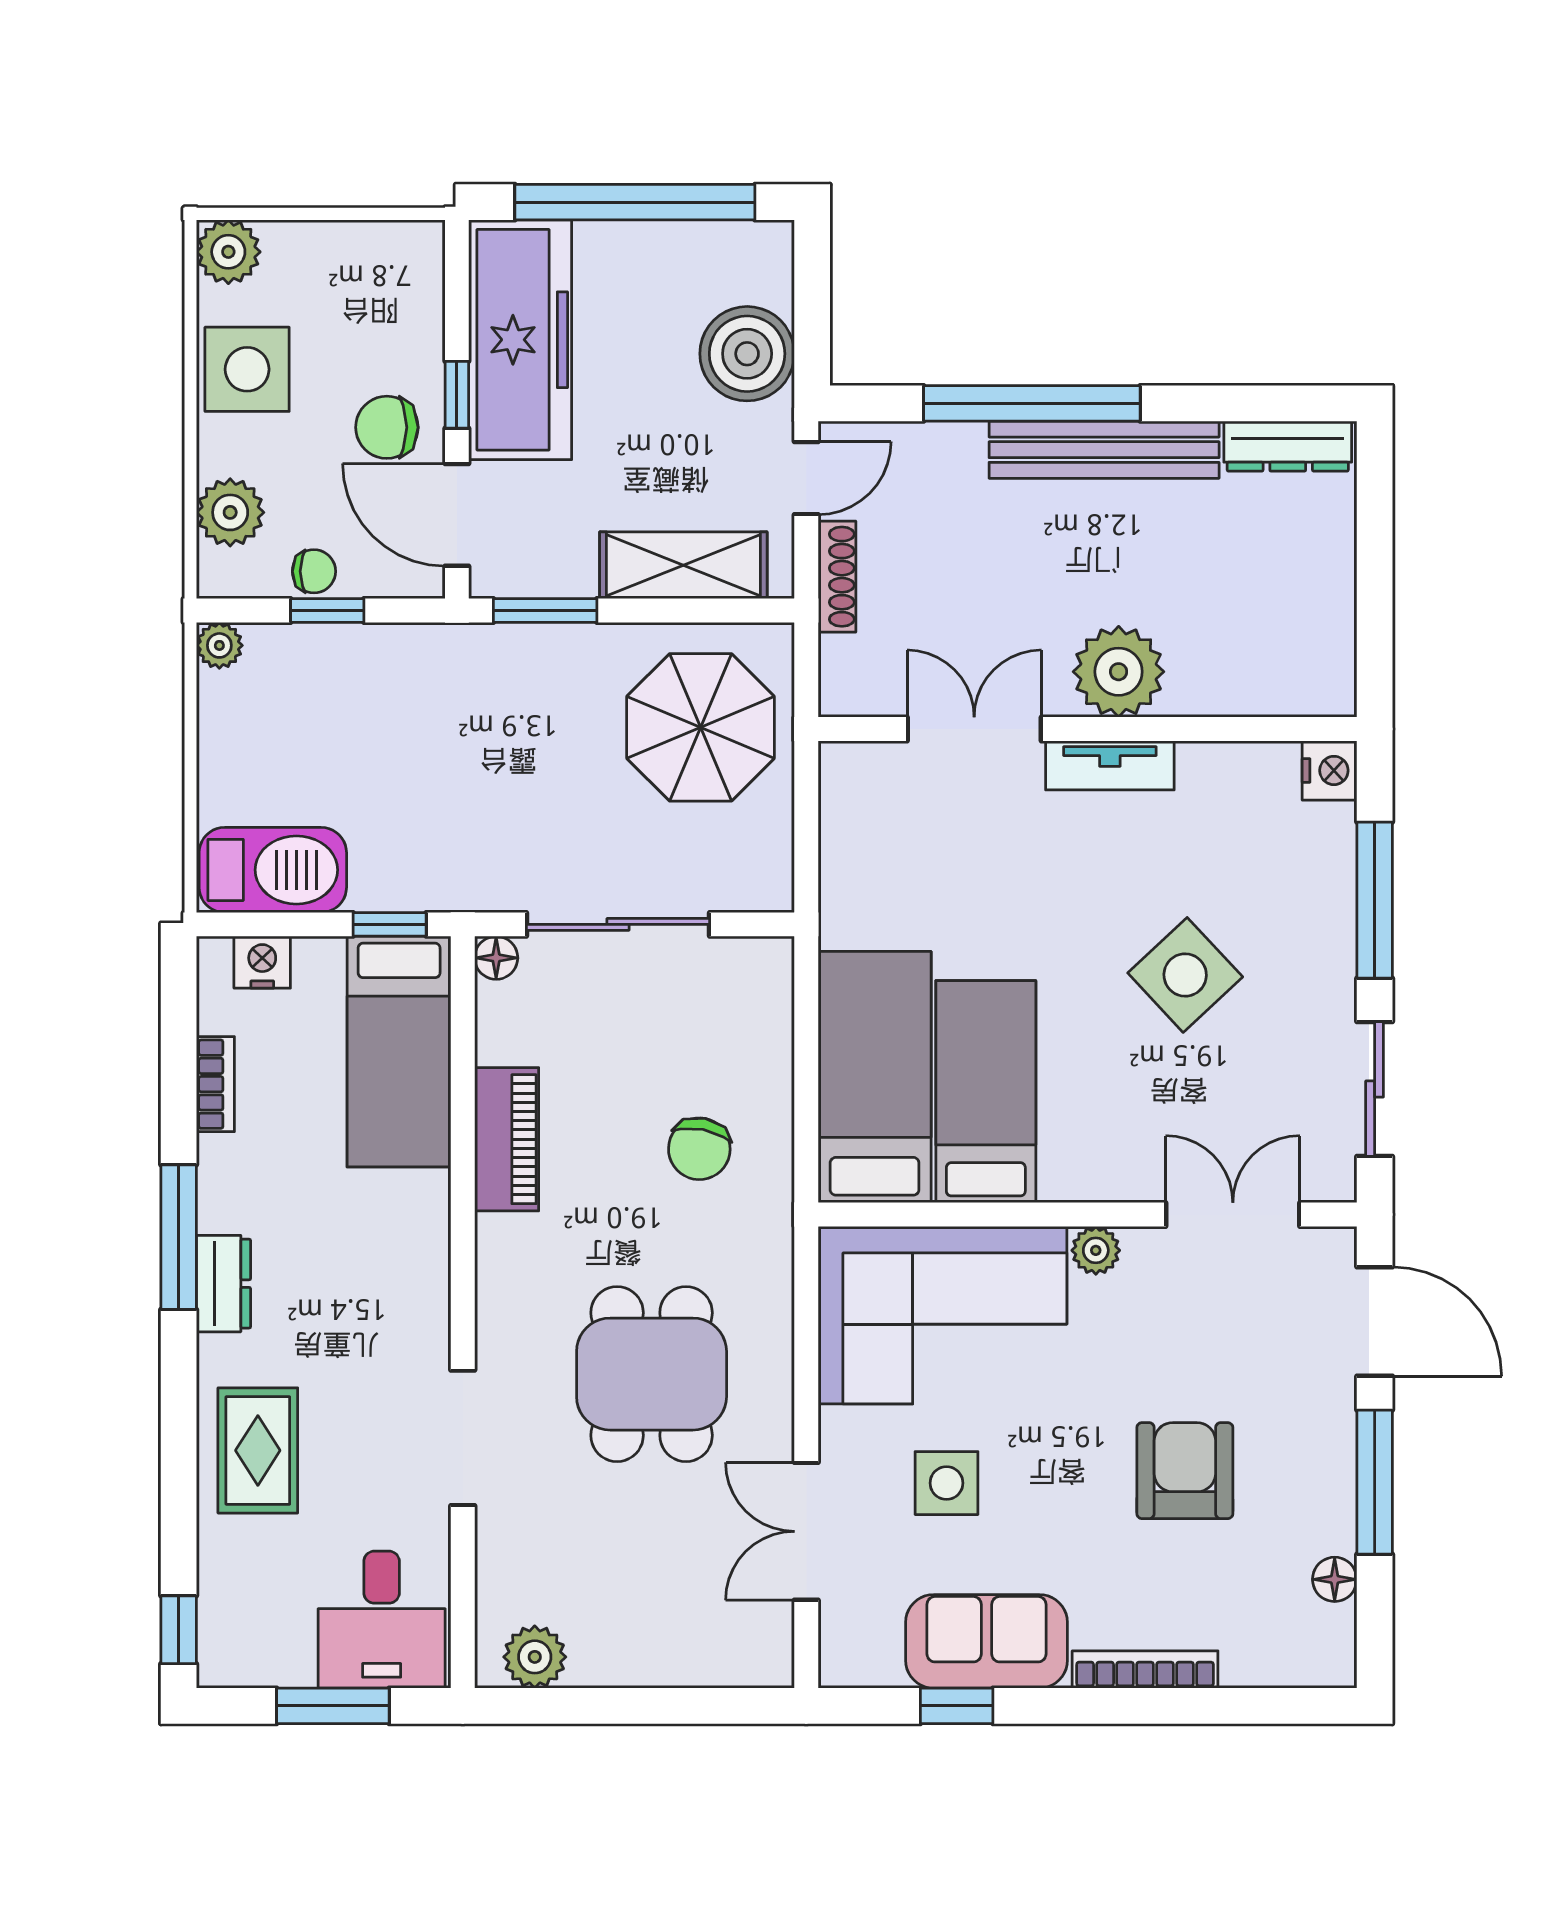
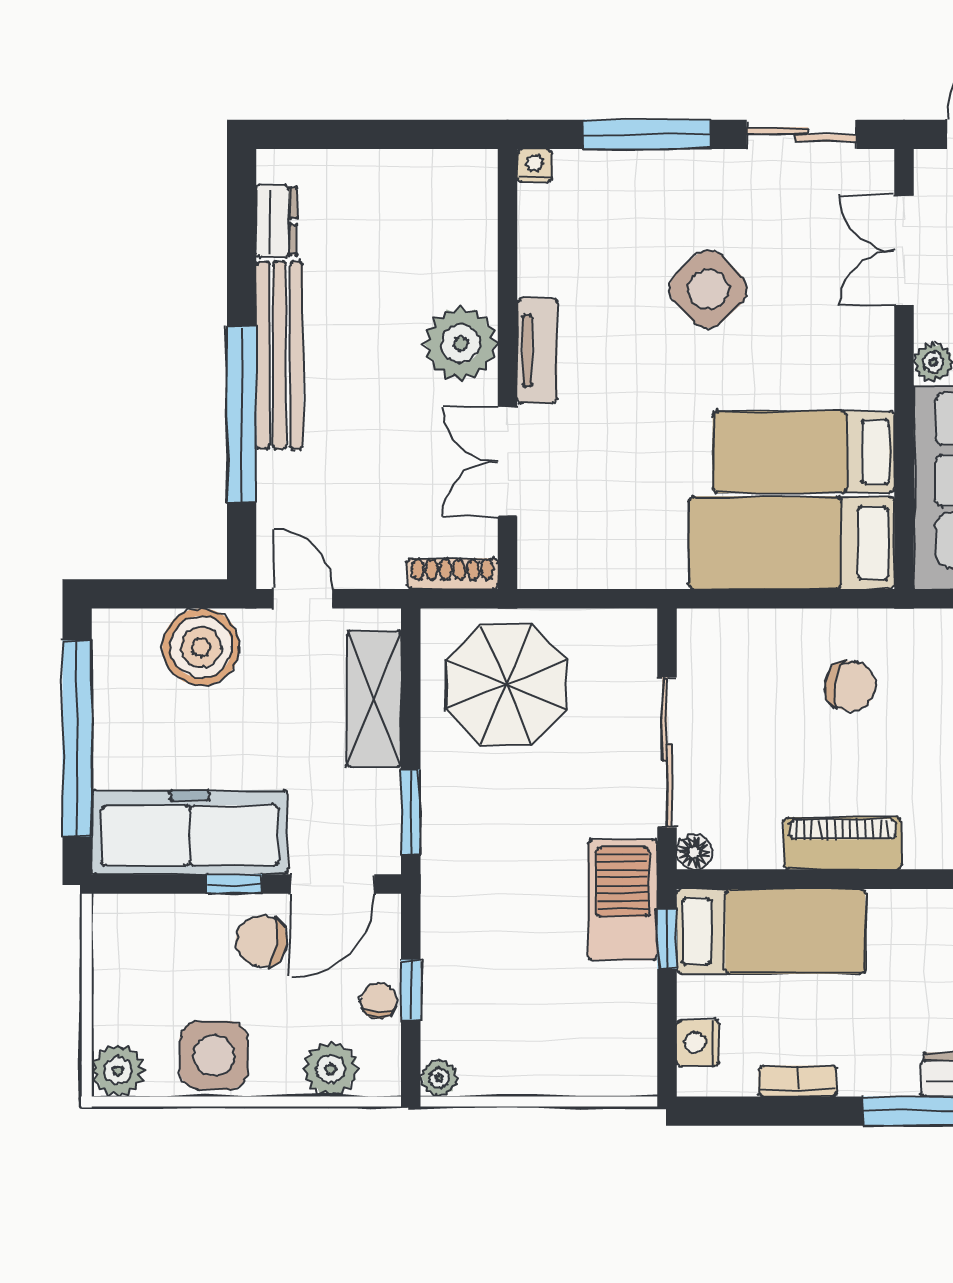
chair: (387, 427) -> (261, 941), turned 98
dresser: (1288, 446) -> (277, 221), width x0.70
shoe rack: (837, 577) -> (453, 574), moved
nightstand: (1330, 770) -> (535, 165), width x0.72, depth x0.74
barbecue: (273, 870) -> (623, 900), moved

